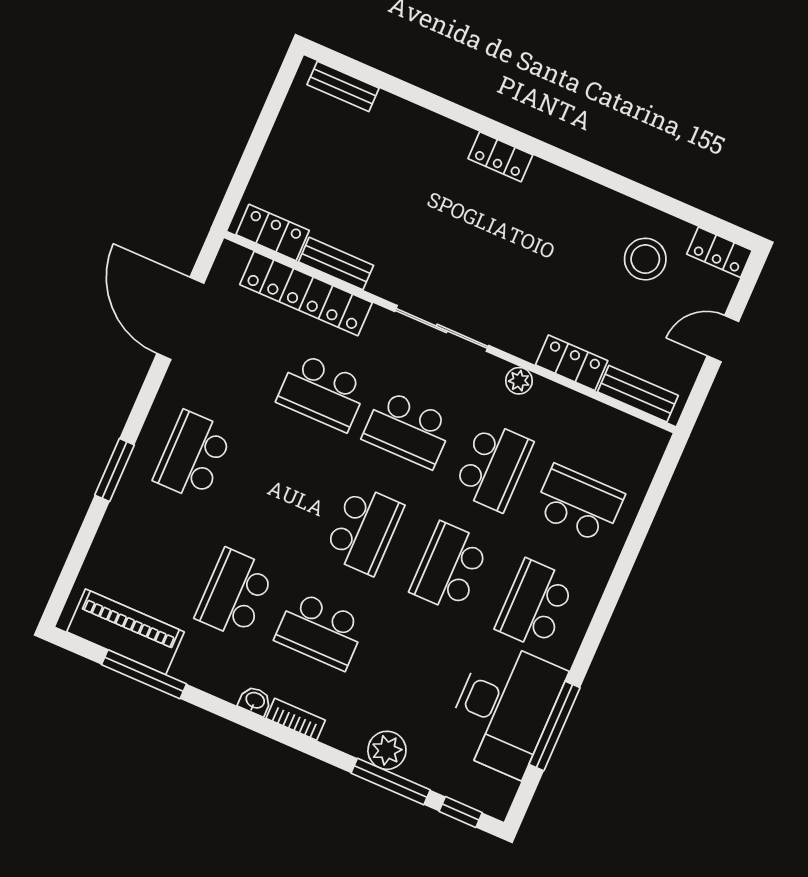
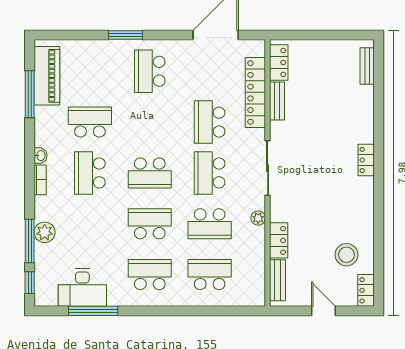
school desk: (193, 456) -> (150, 71), turned -90
school desk: (579, 504) -> (210, 275), turned -90
desk: (504, 708) -> (82, 288), width x0.73, depth x0.77

